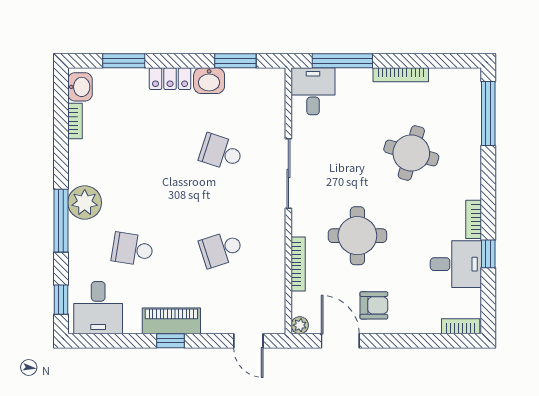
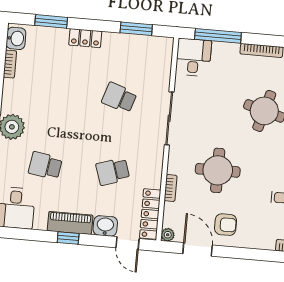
washbasin: (209, 81) -> (105, 226), moved, turned 180
bookcase: (298, 264) -> (171, 188), width x0.64
locker: (274, 300) -> (150, 214), added

